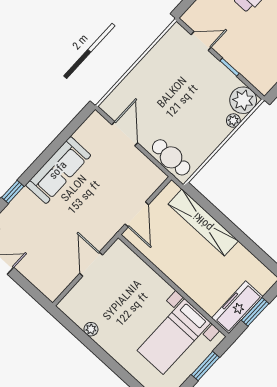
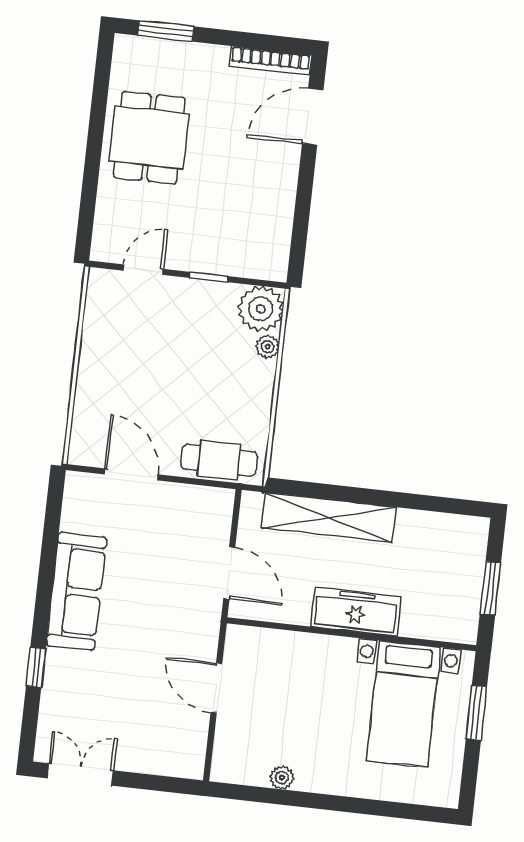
freezer: (237, 307) -> (356, 612), moved, turned 90

